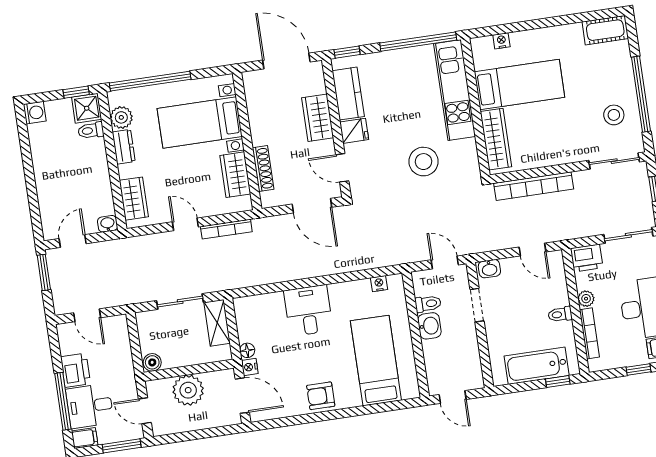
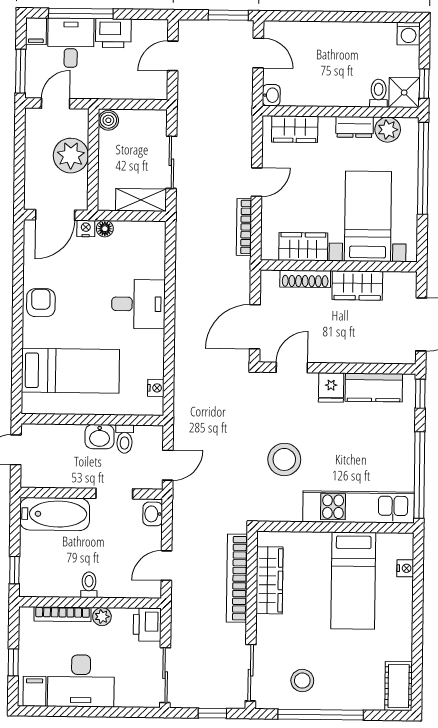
wardrobe: (318, 118) -> (357, 285), moved, turned 180
wardrobe: (496, 139) -> (270, 580), moved, turned -90
bathtub: (537, 366) -> (55, 514), moved, turned 90

